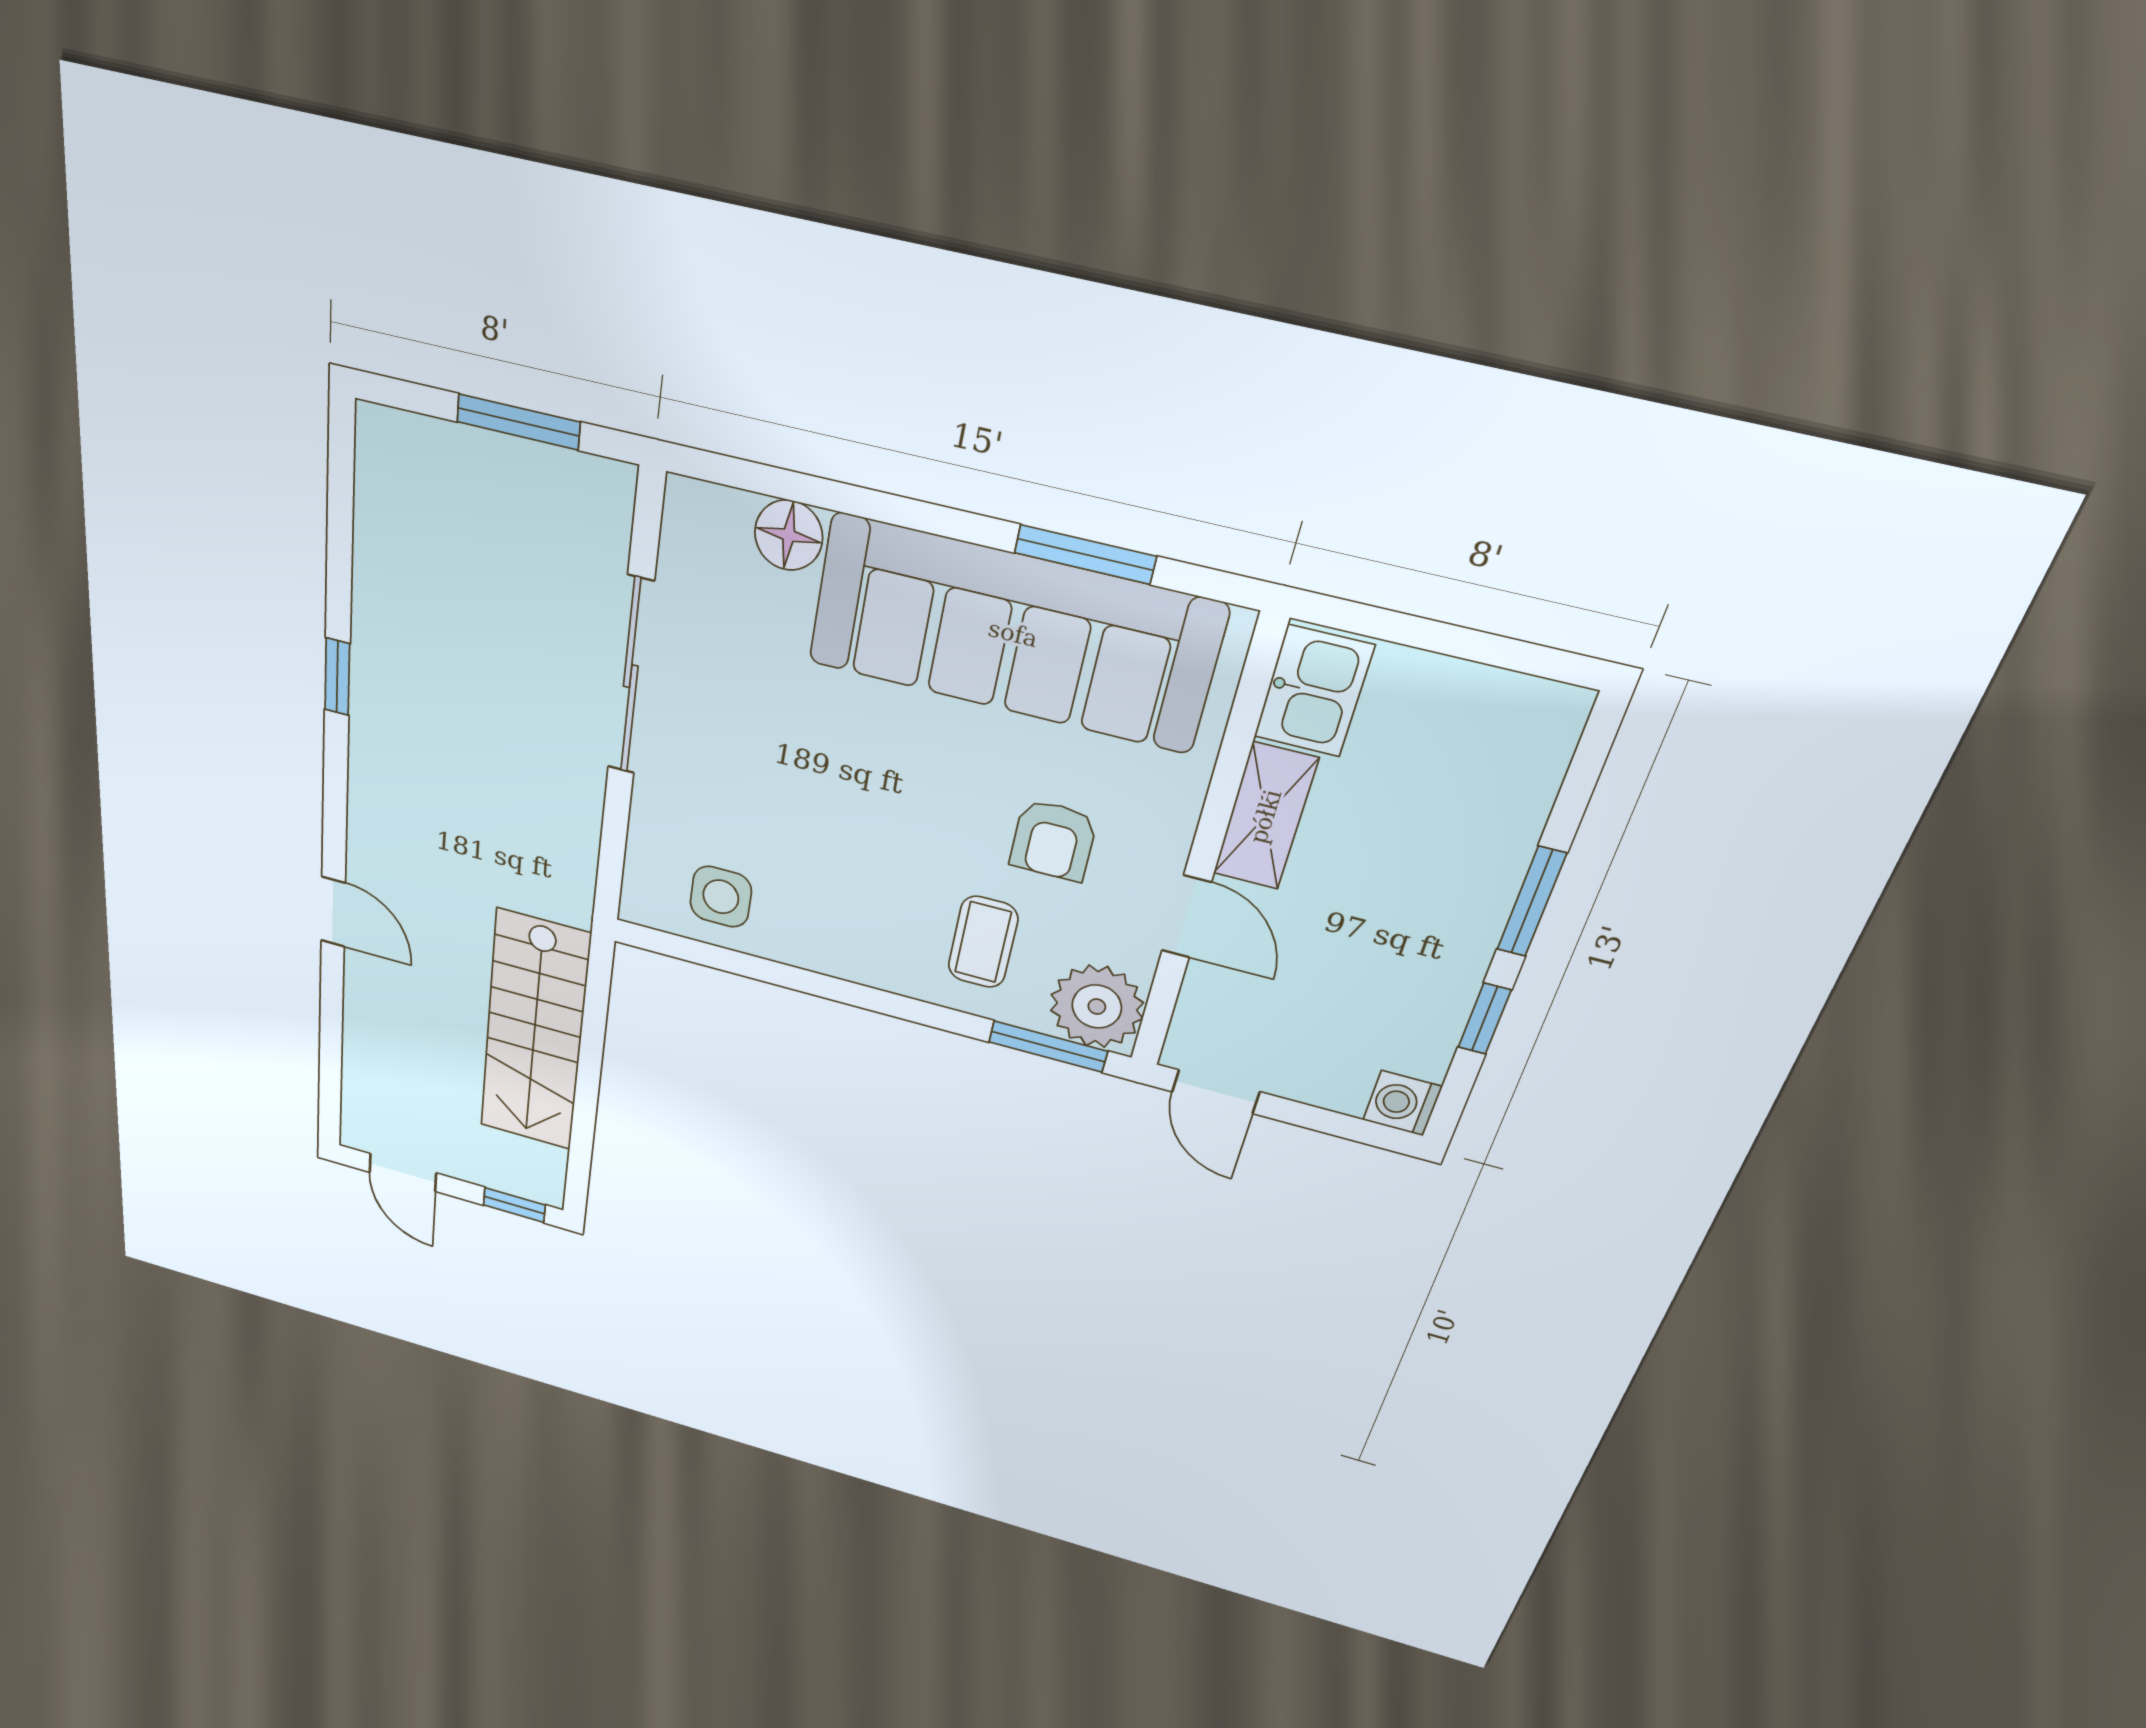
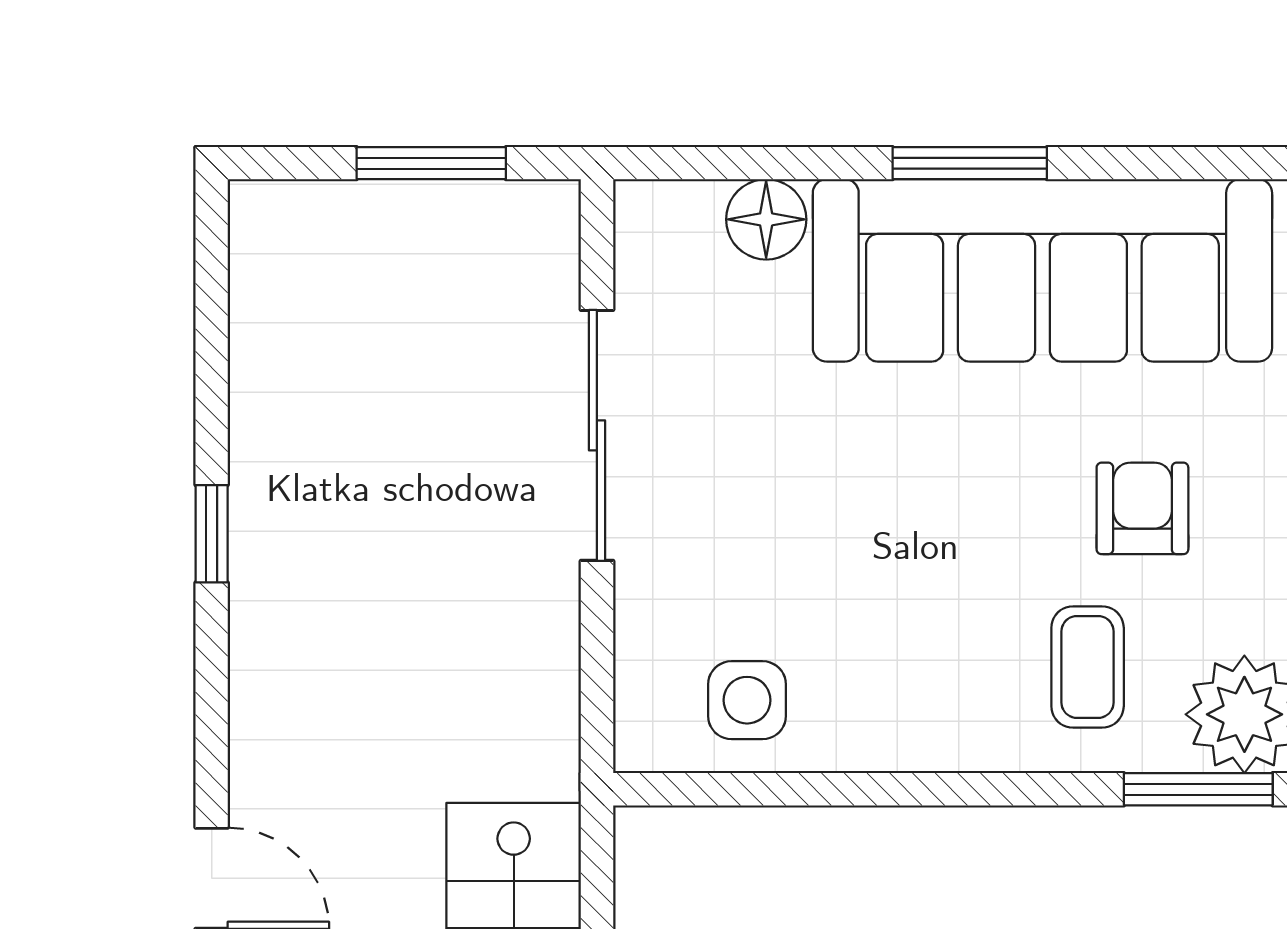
window: (1085, 554) -> (970, 163), moved
armchair: (1053, 840) -> (1142, 508), turned 180

